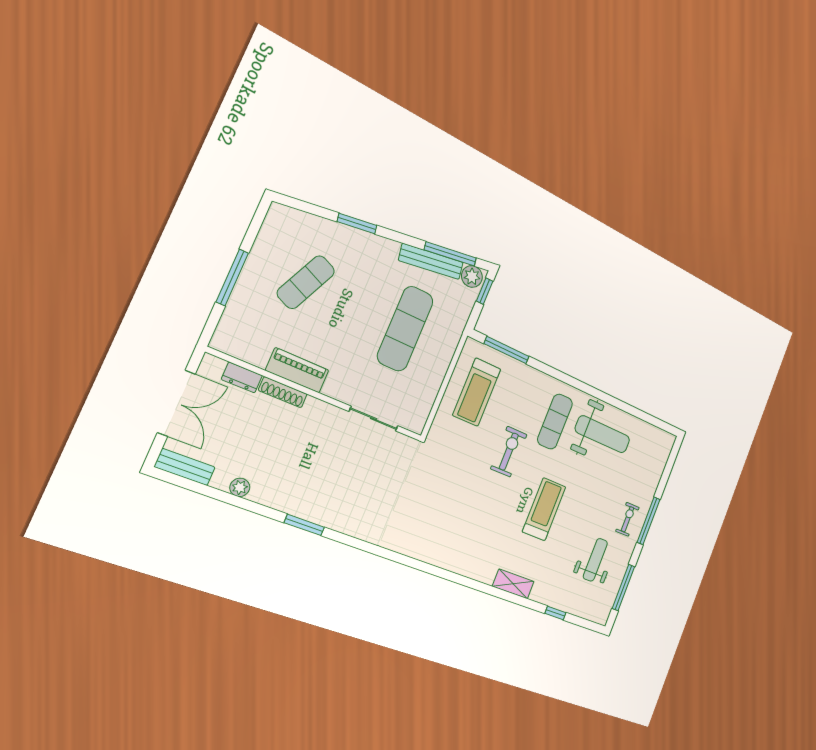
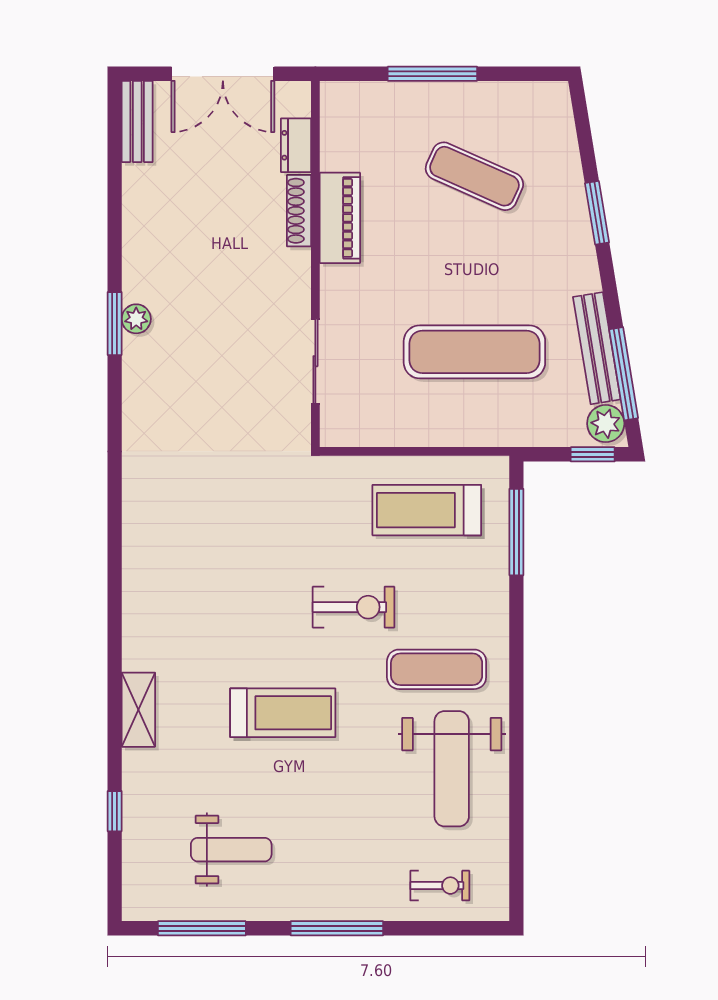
plant: (240, 487) -> (136, 319), moved
exercise bike: (627, 519) -> (440, 886), moved

